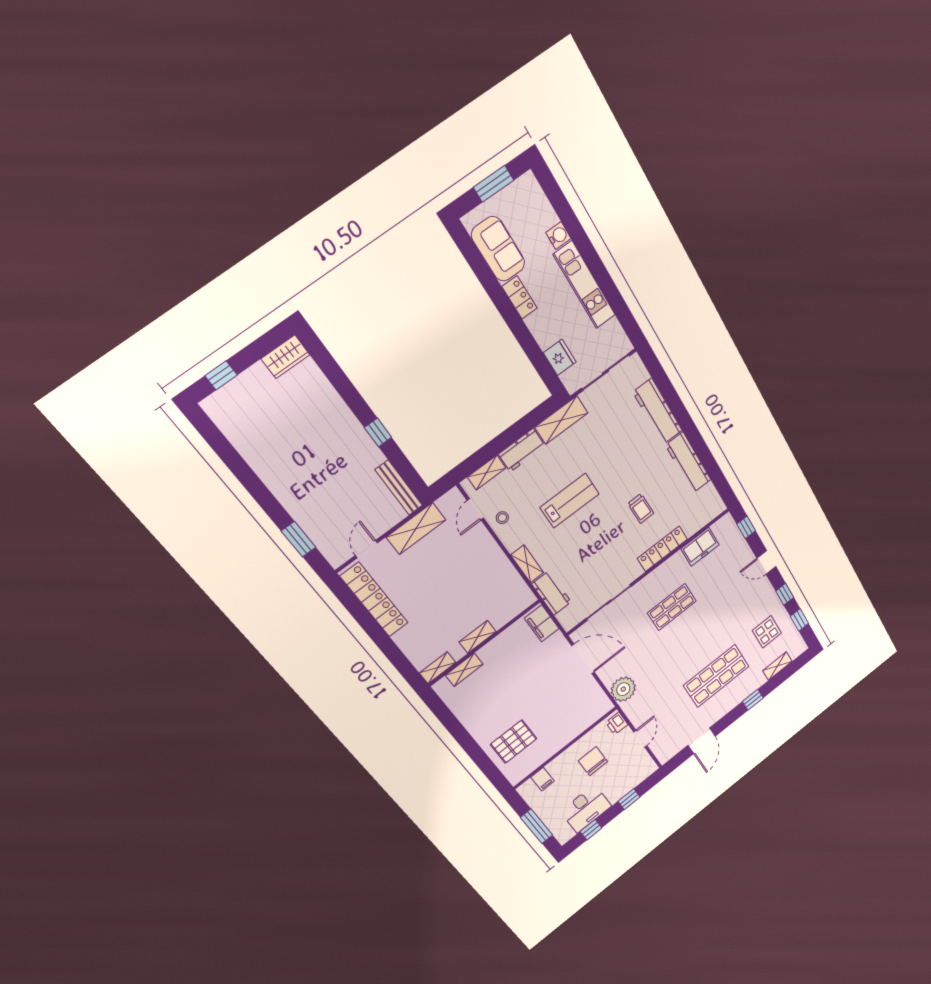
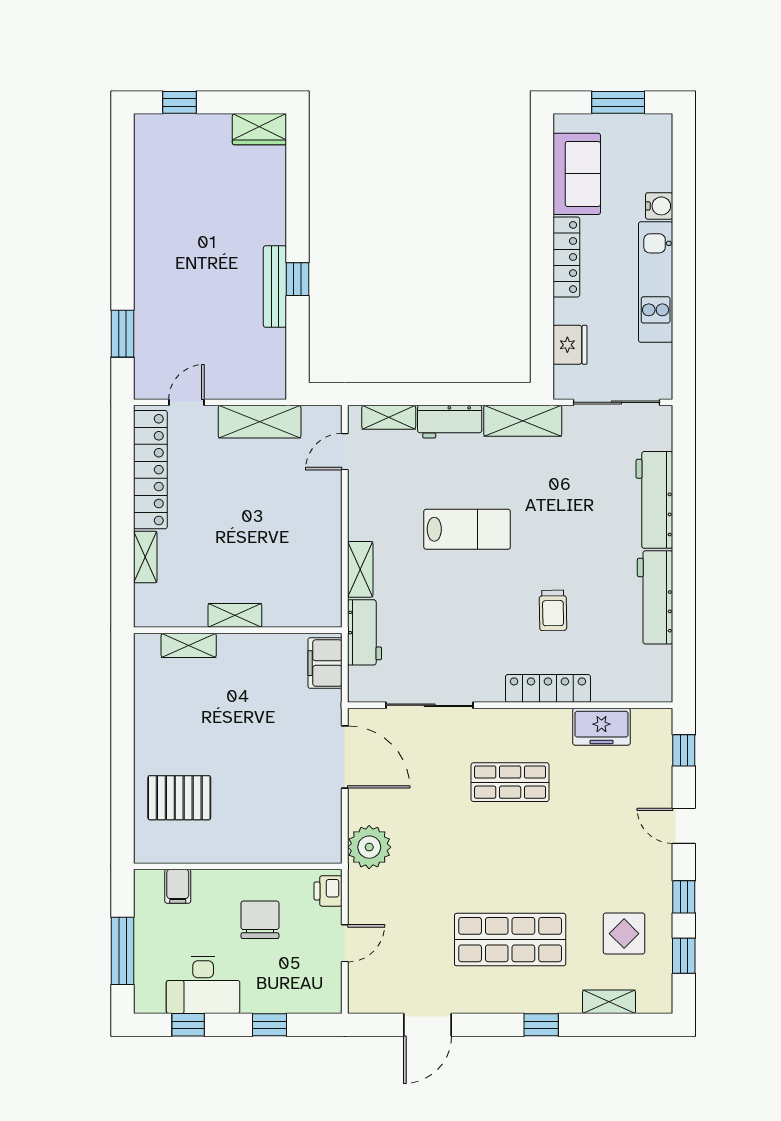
locker: (520, 297) -> (566, 257), width x1.53
bench: (399, 488) -> (275, 287), moved
stool: (502, 518) -> (370, 487), removed
shelving: (438, 668) -> (145, 557), moved, turned 90

